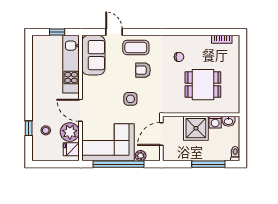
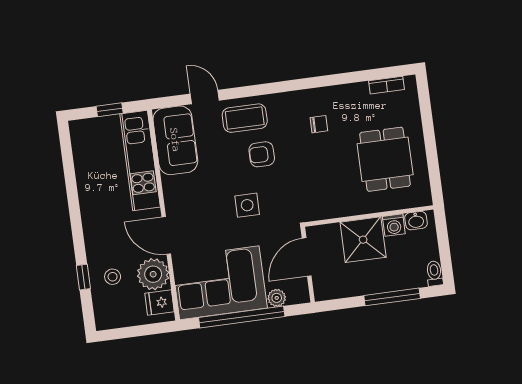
dining table: (203, 85) -> (385, 159), moved, turned 90

